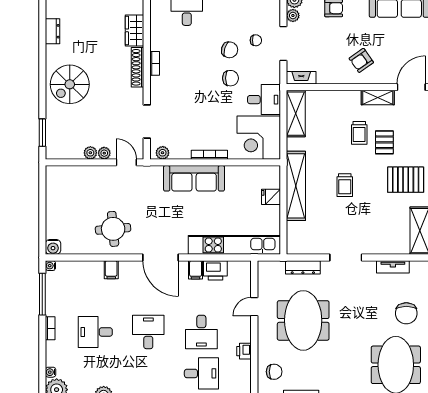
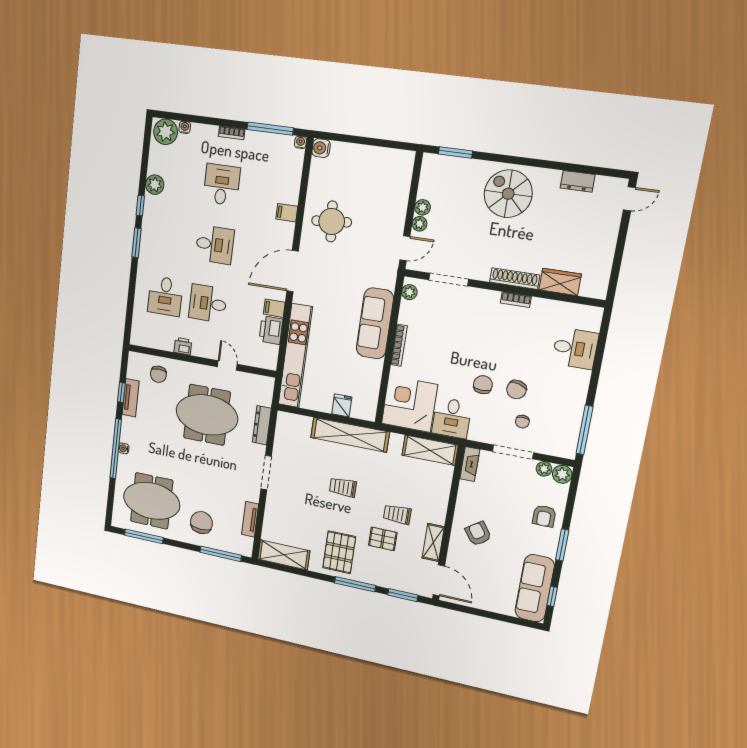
chair: (231, 78) -> (483, 385), turned 180
chair: (406, 313) -> (201, 523), turned 90

